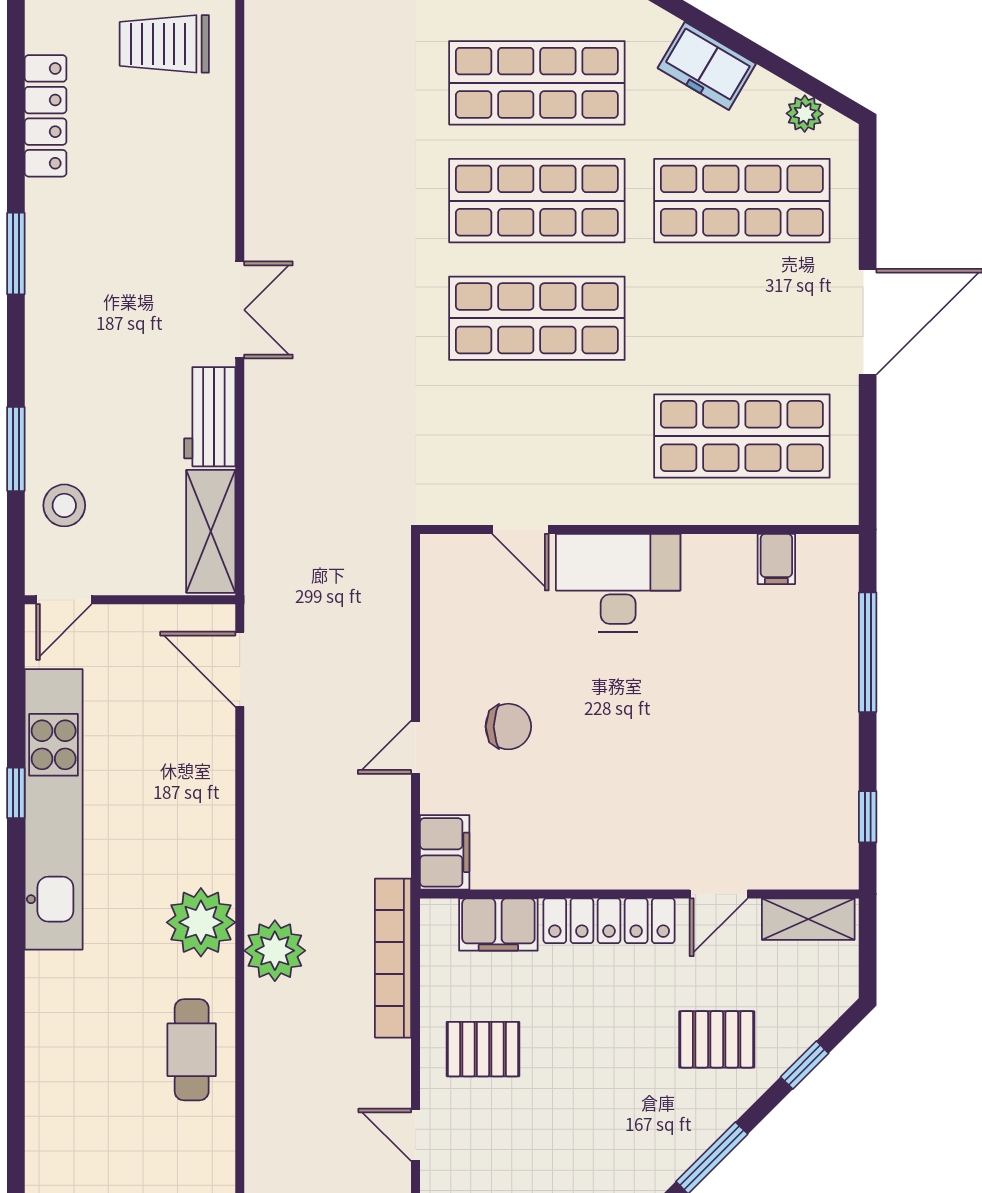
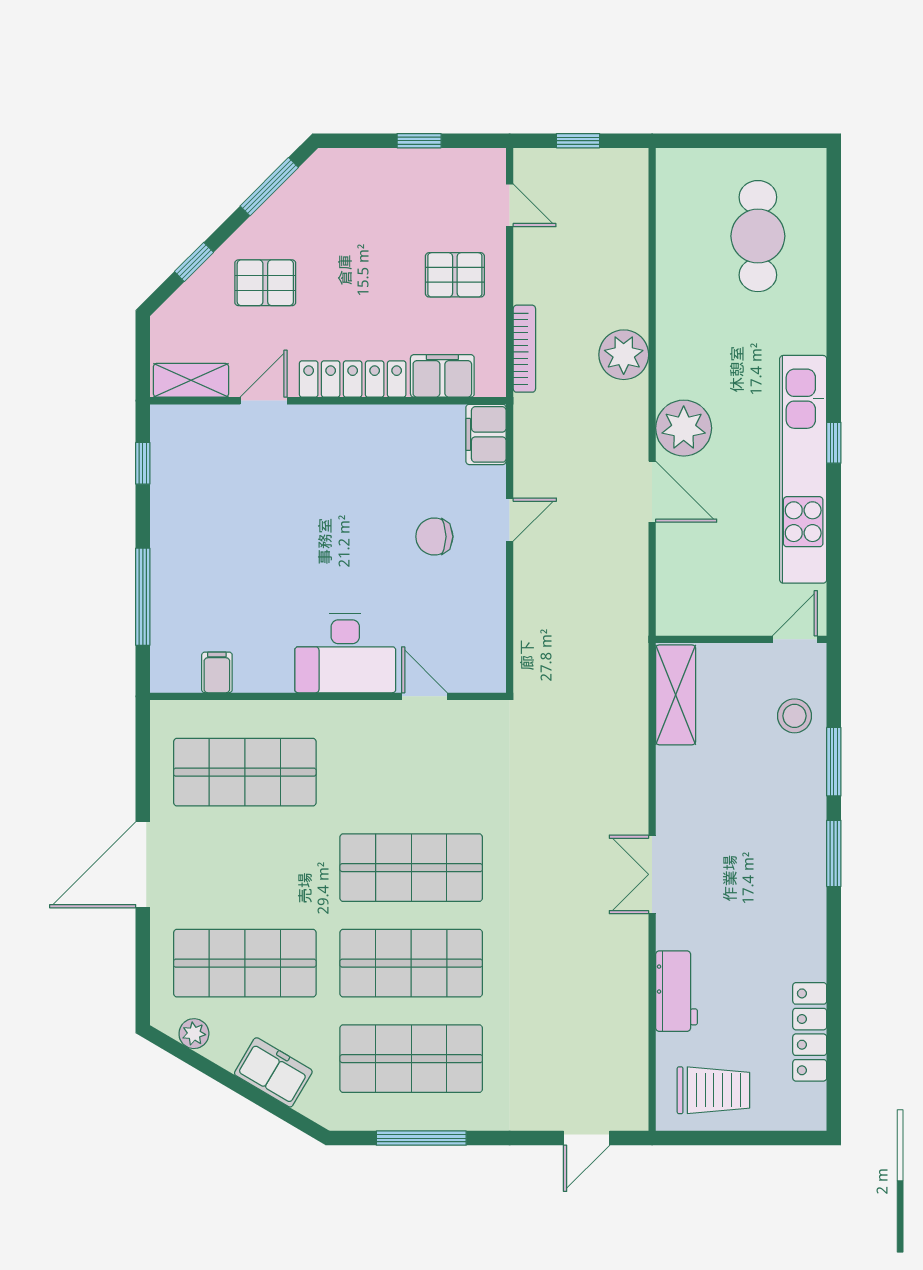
window: (16, 254) -> (834, 853), moved
workbench: (210, 417) -> (676, 991), moved
door: (240, 669) -> (652, 492), moved
window: (16, 793) -> (834, 443), moved
plant: (201, 922) -> (684, 428), moved
bookcase: (393, 958) -> (524, 349), width x0.68, depth x0.76
cafe table: (192, 1050) -> (758, 236), moved, width x1.37, depth x1.35

